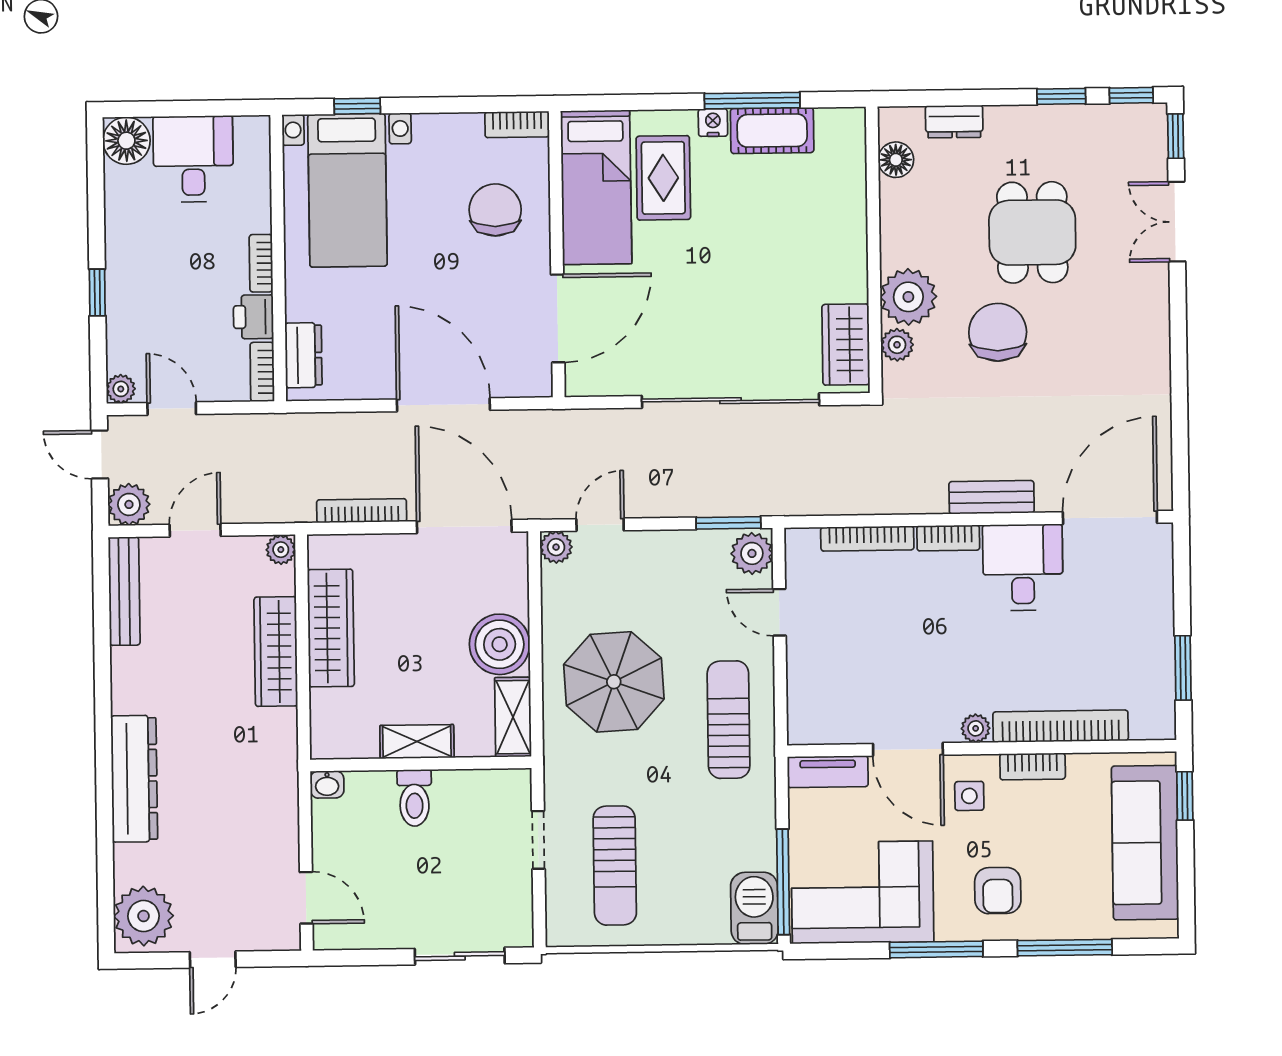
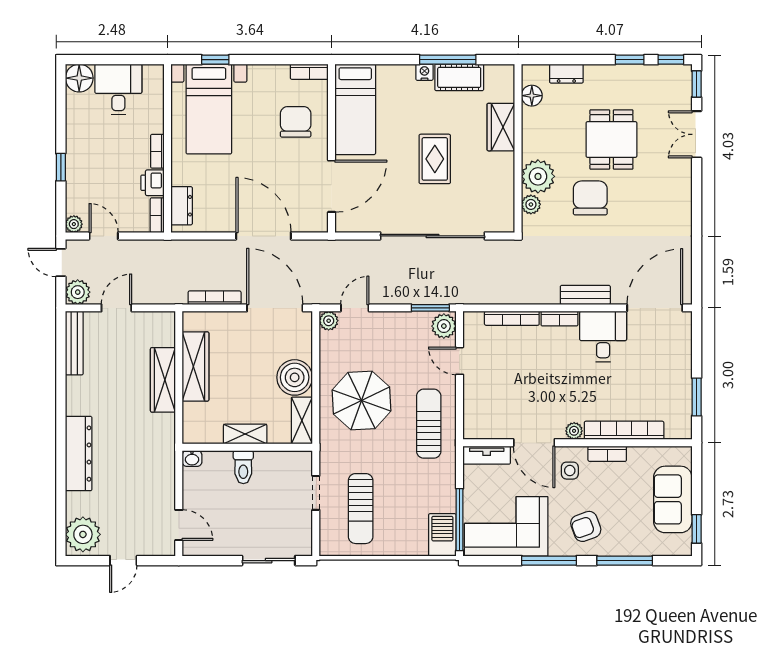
rug: (663, 178) -> (435, 159), moved
wardrobe: (846, 345) -> (501, 127), moved
plant: (281, 550) -> (167, 320), removed
window: (1185, 796) -> (697, 529), moved
sofa: (1145, 843) -> (673, 499), width x0.73
armchair: (998, 891) -> (586, 526), turned 70

